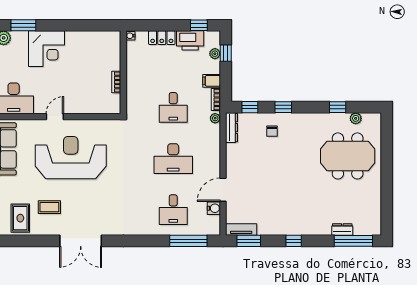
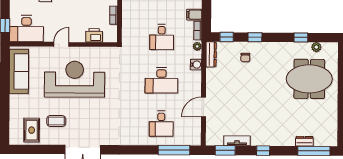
printer: (93, 106) -> (94, 35), added
water cooler: (214, 208) -> (196, 65), moved
tv unit: (241, 229) -> (237, 141), moved

